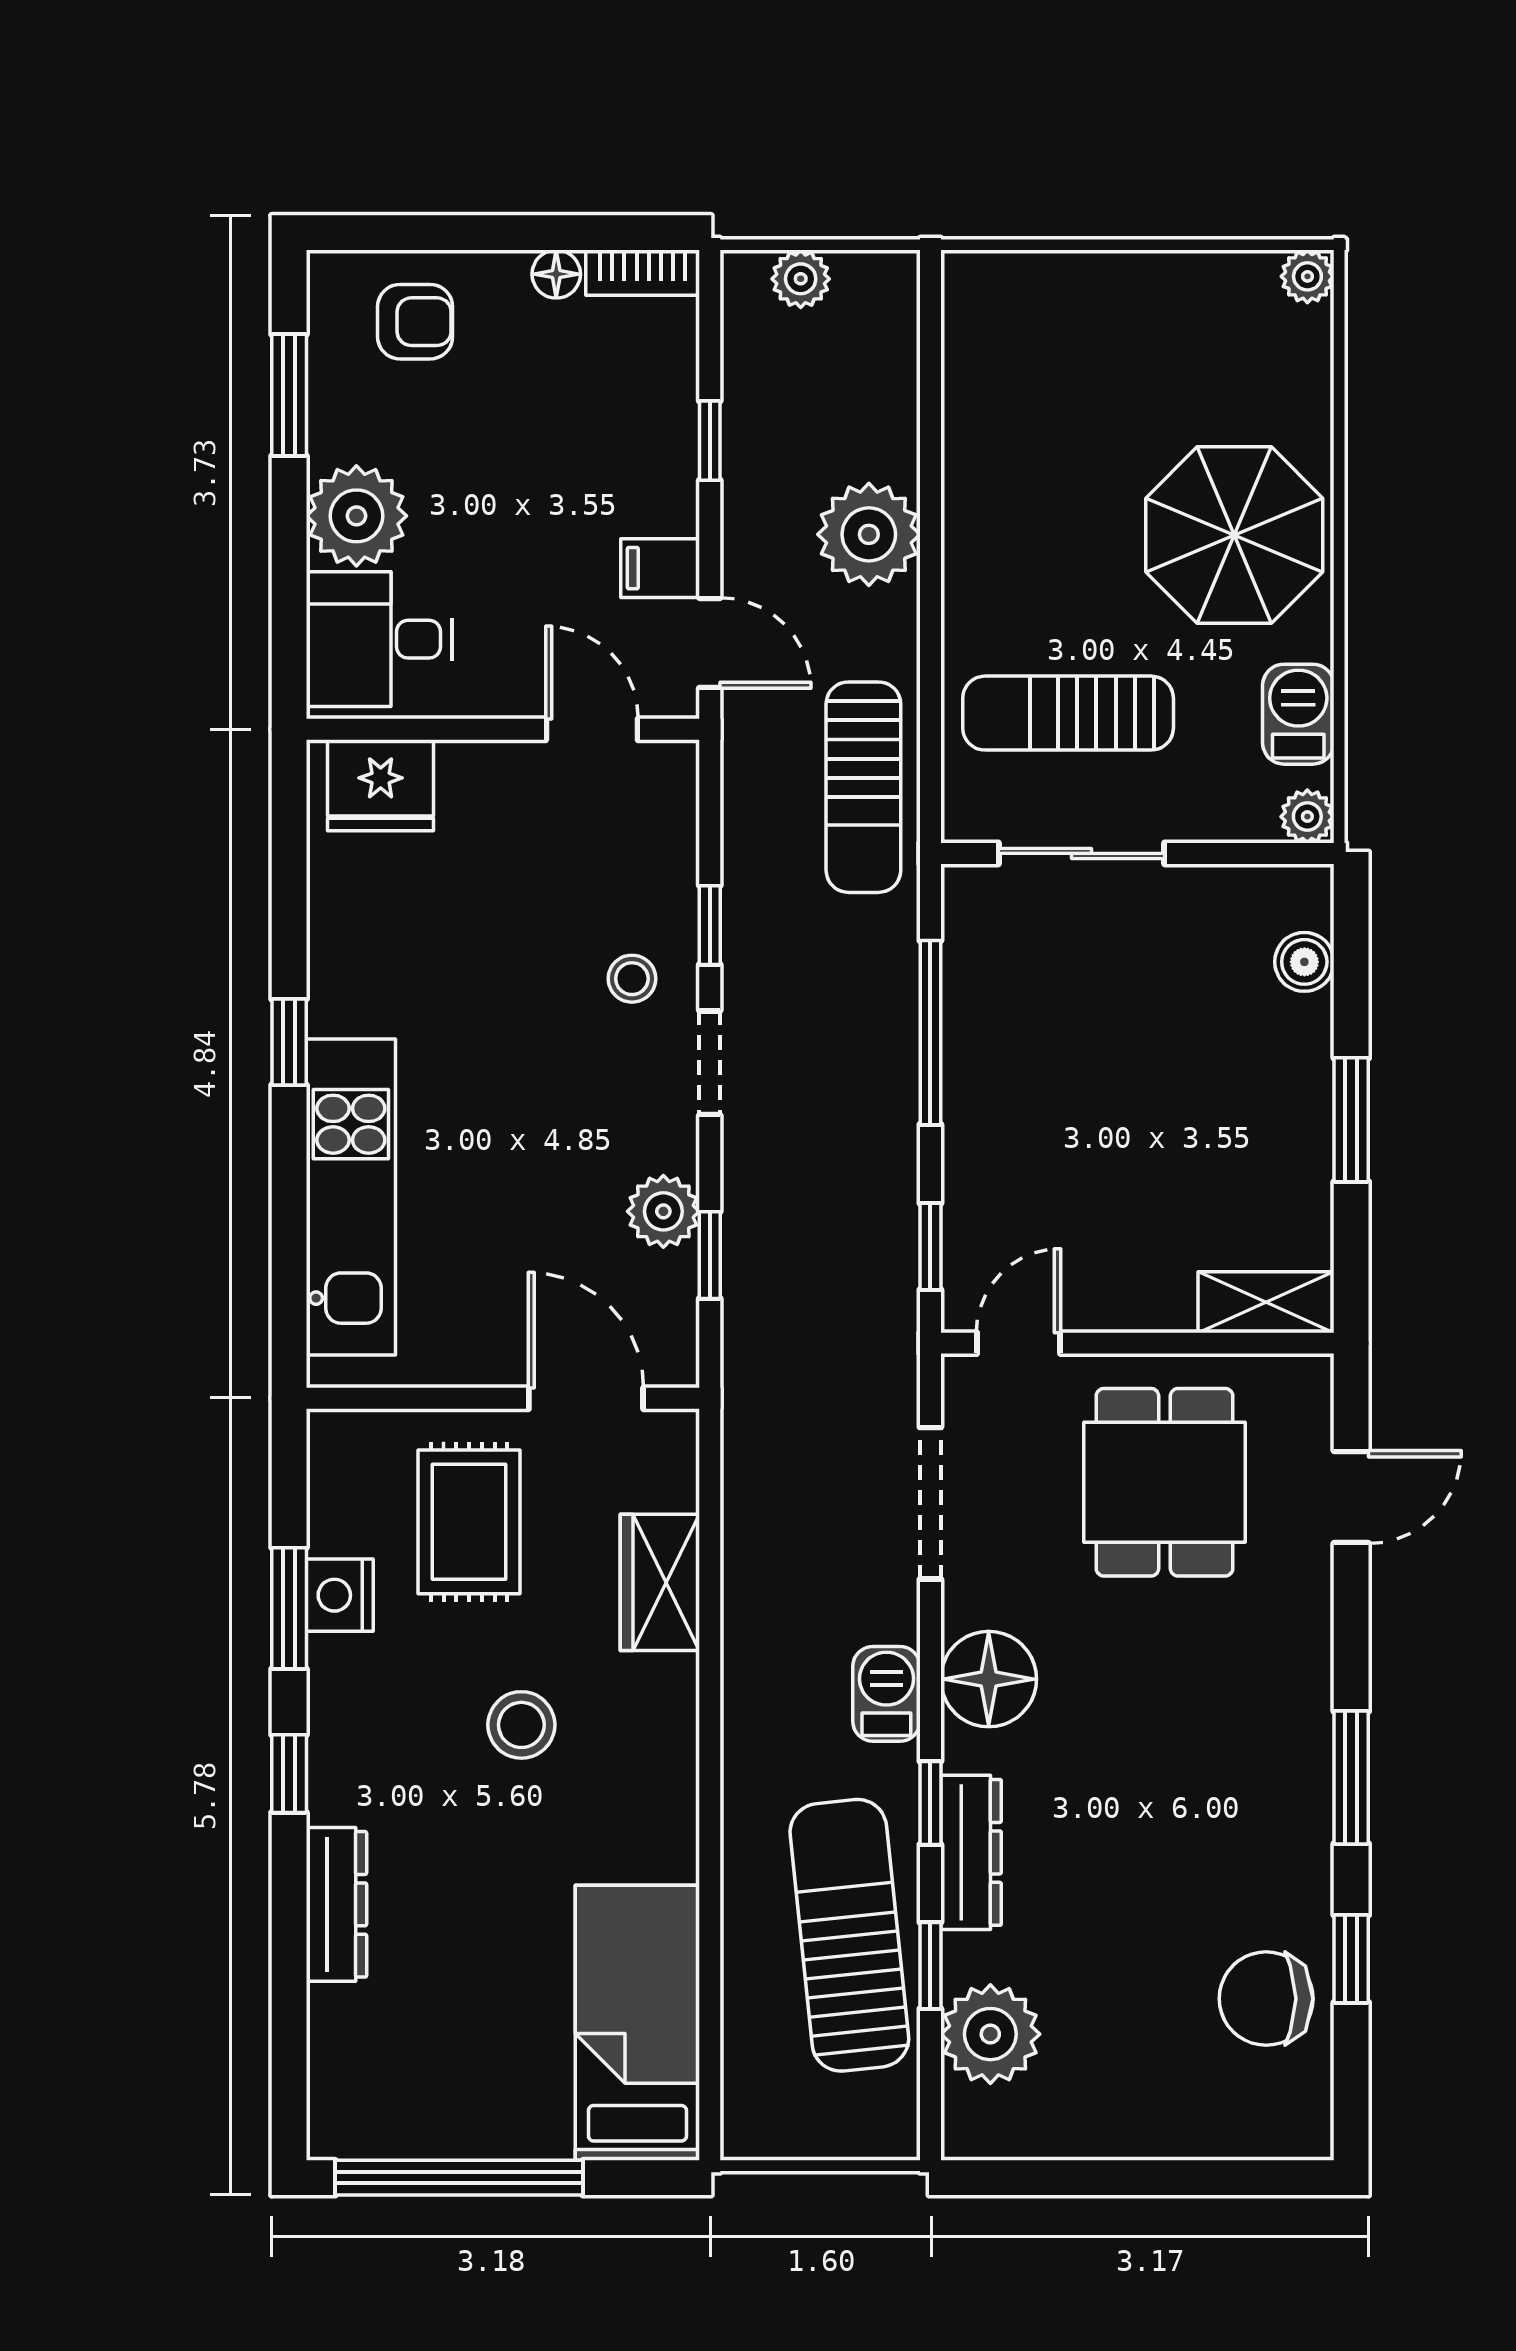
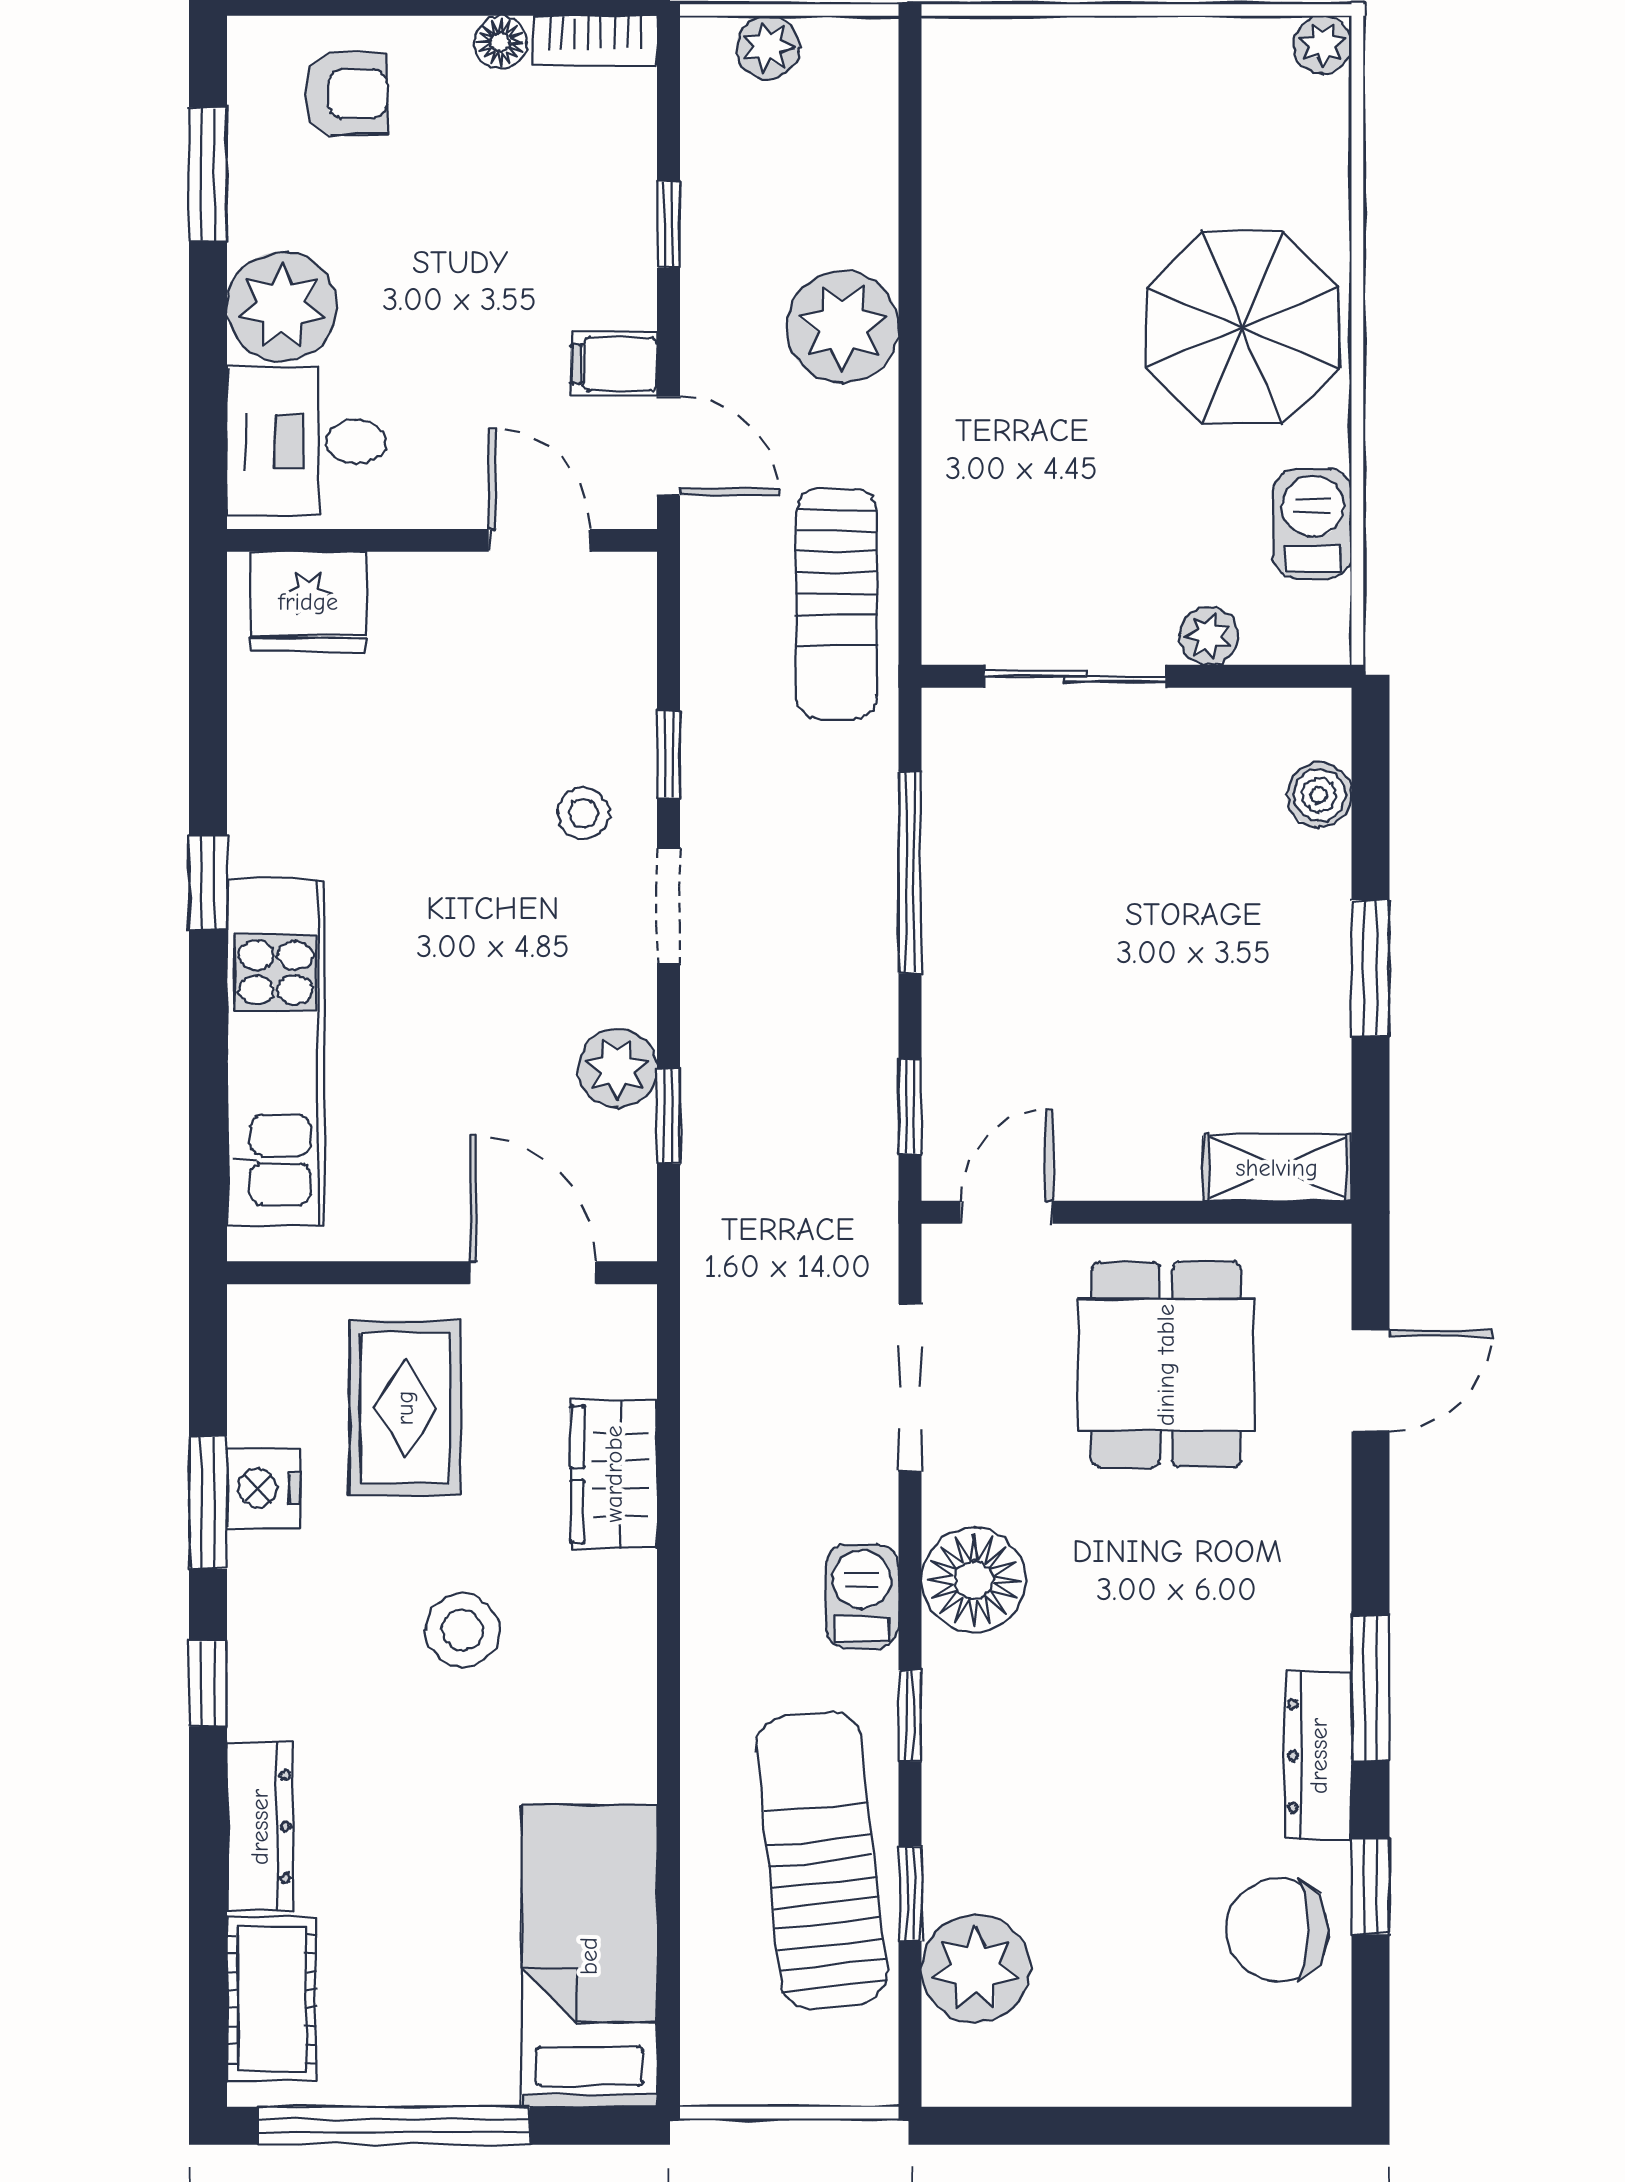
sun lounger: (1068, 713) -> (1061, 523), removed
plant: (1307, 817) -> (1209, 636), moved
dresser: (971, 1852) -> (1319, 1756), moved, turned 180
cot: (347, 2062) -> (271, 1999), added

